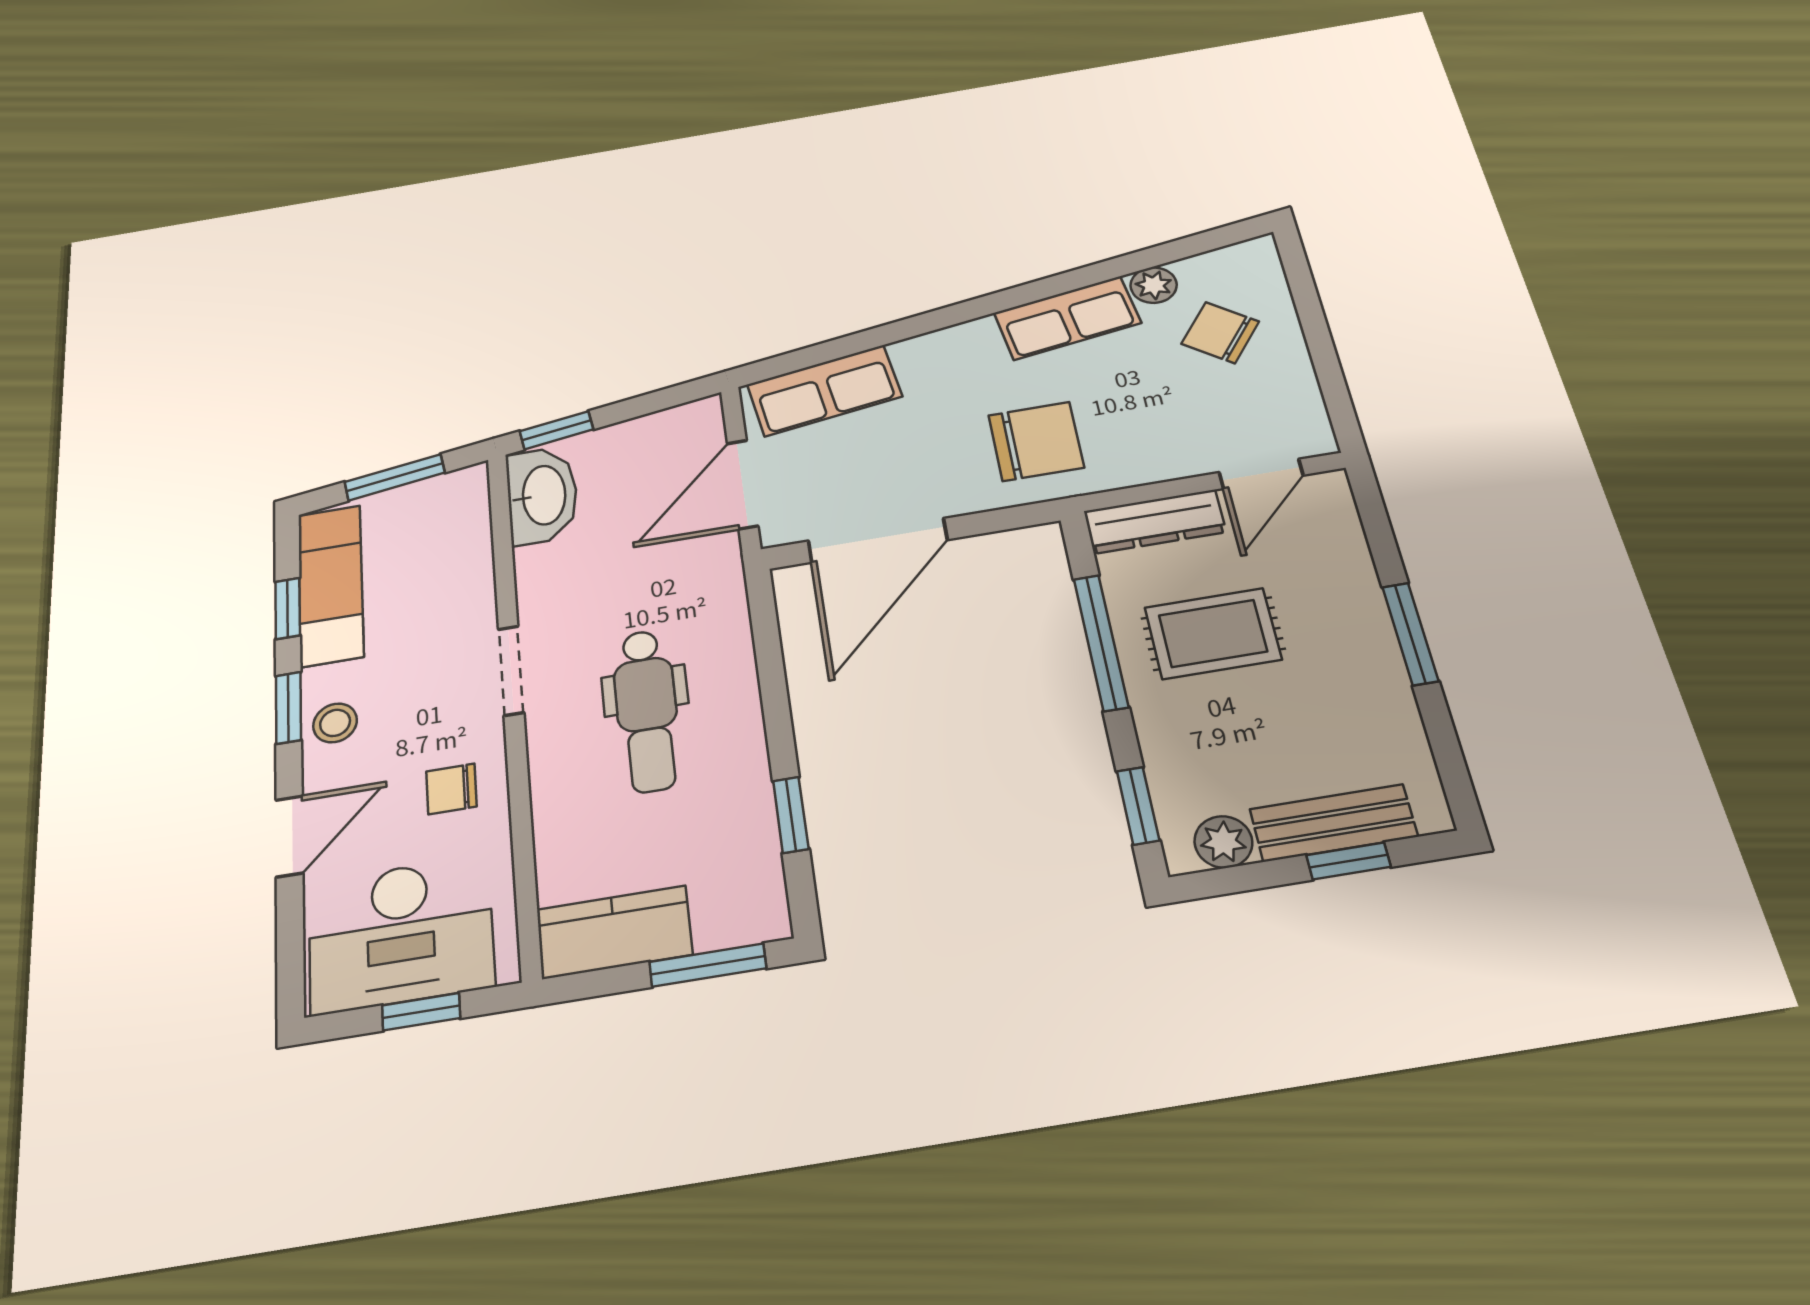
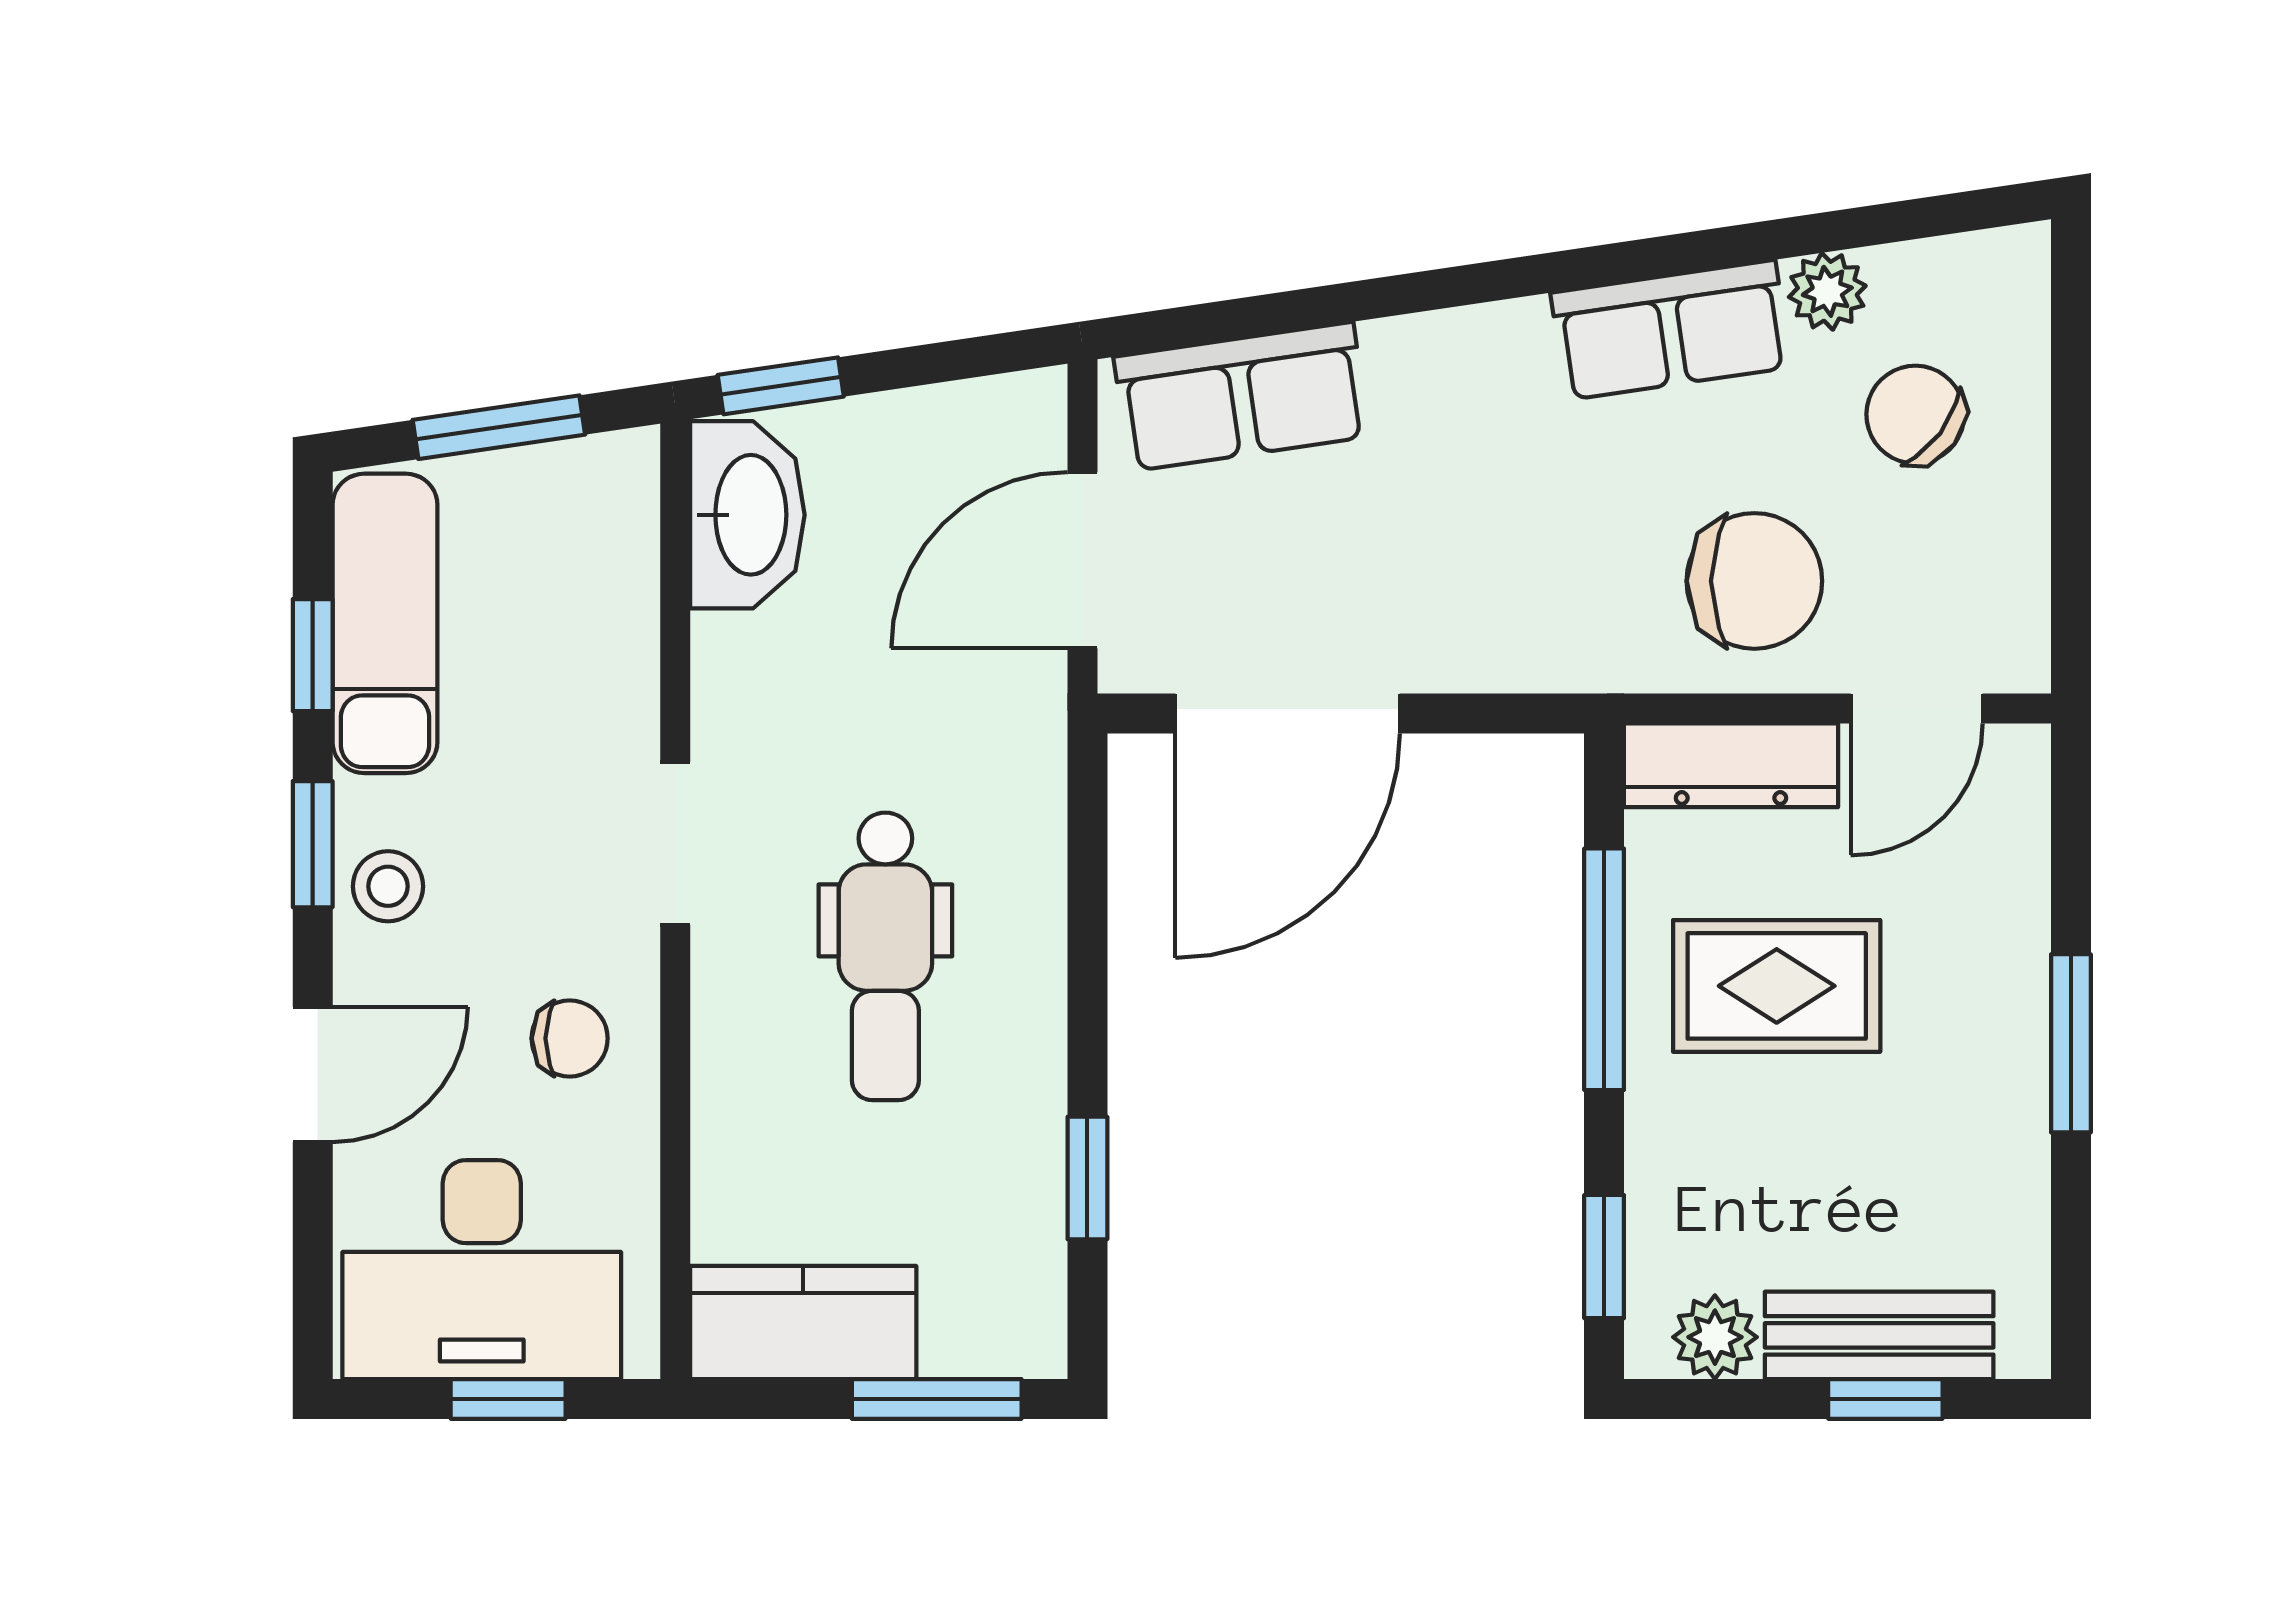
chair: (1036, 441) -> (1754, 581), moved
chair: (451, 789) -> (570, 1038), turned 180

